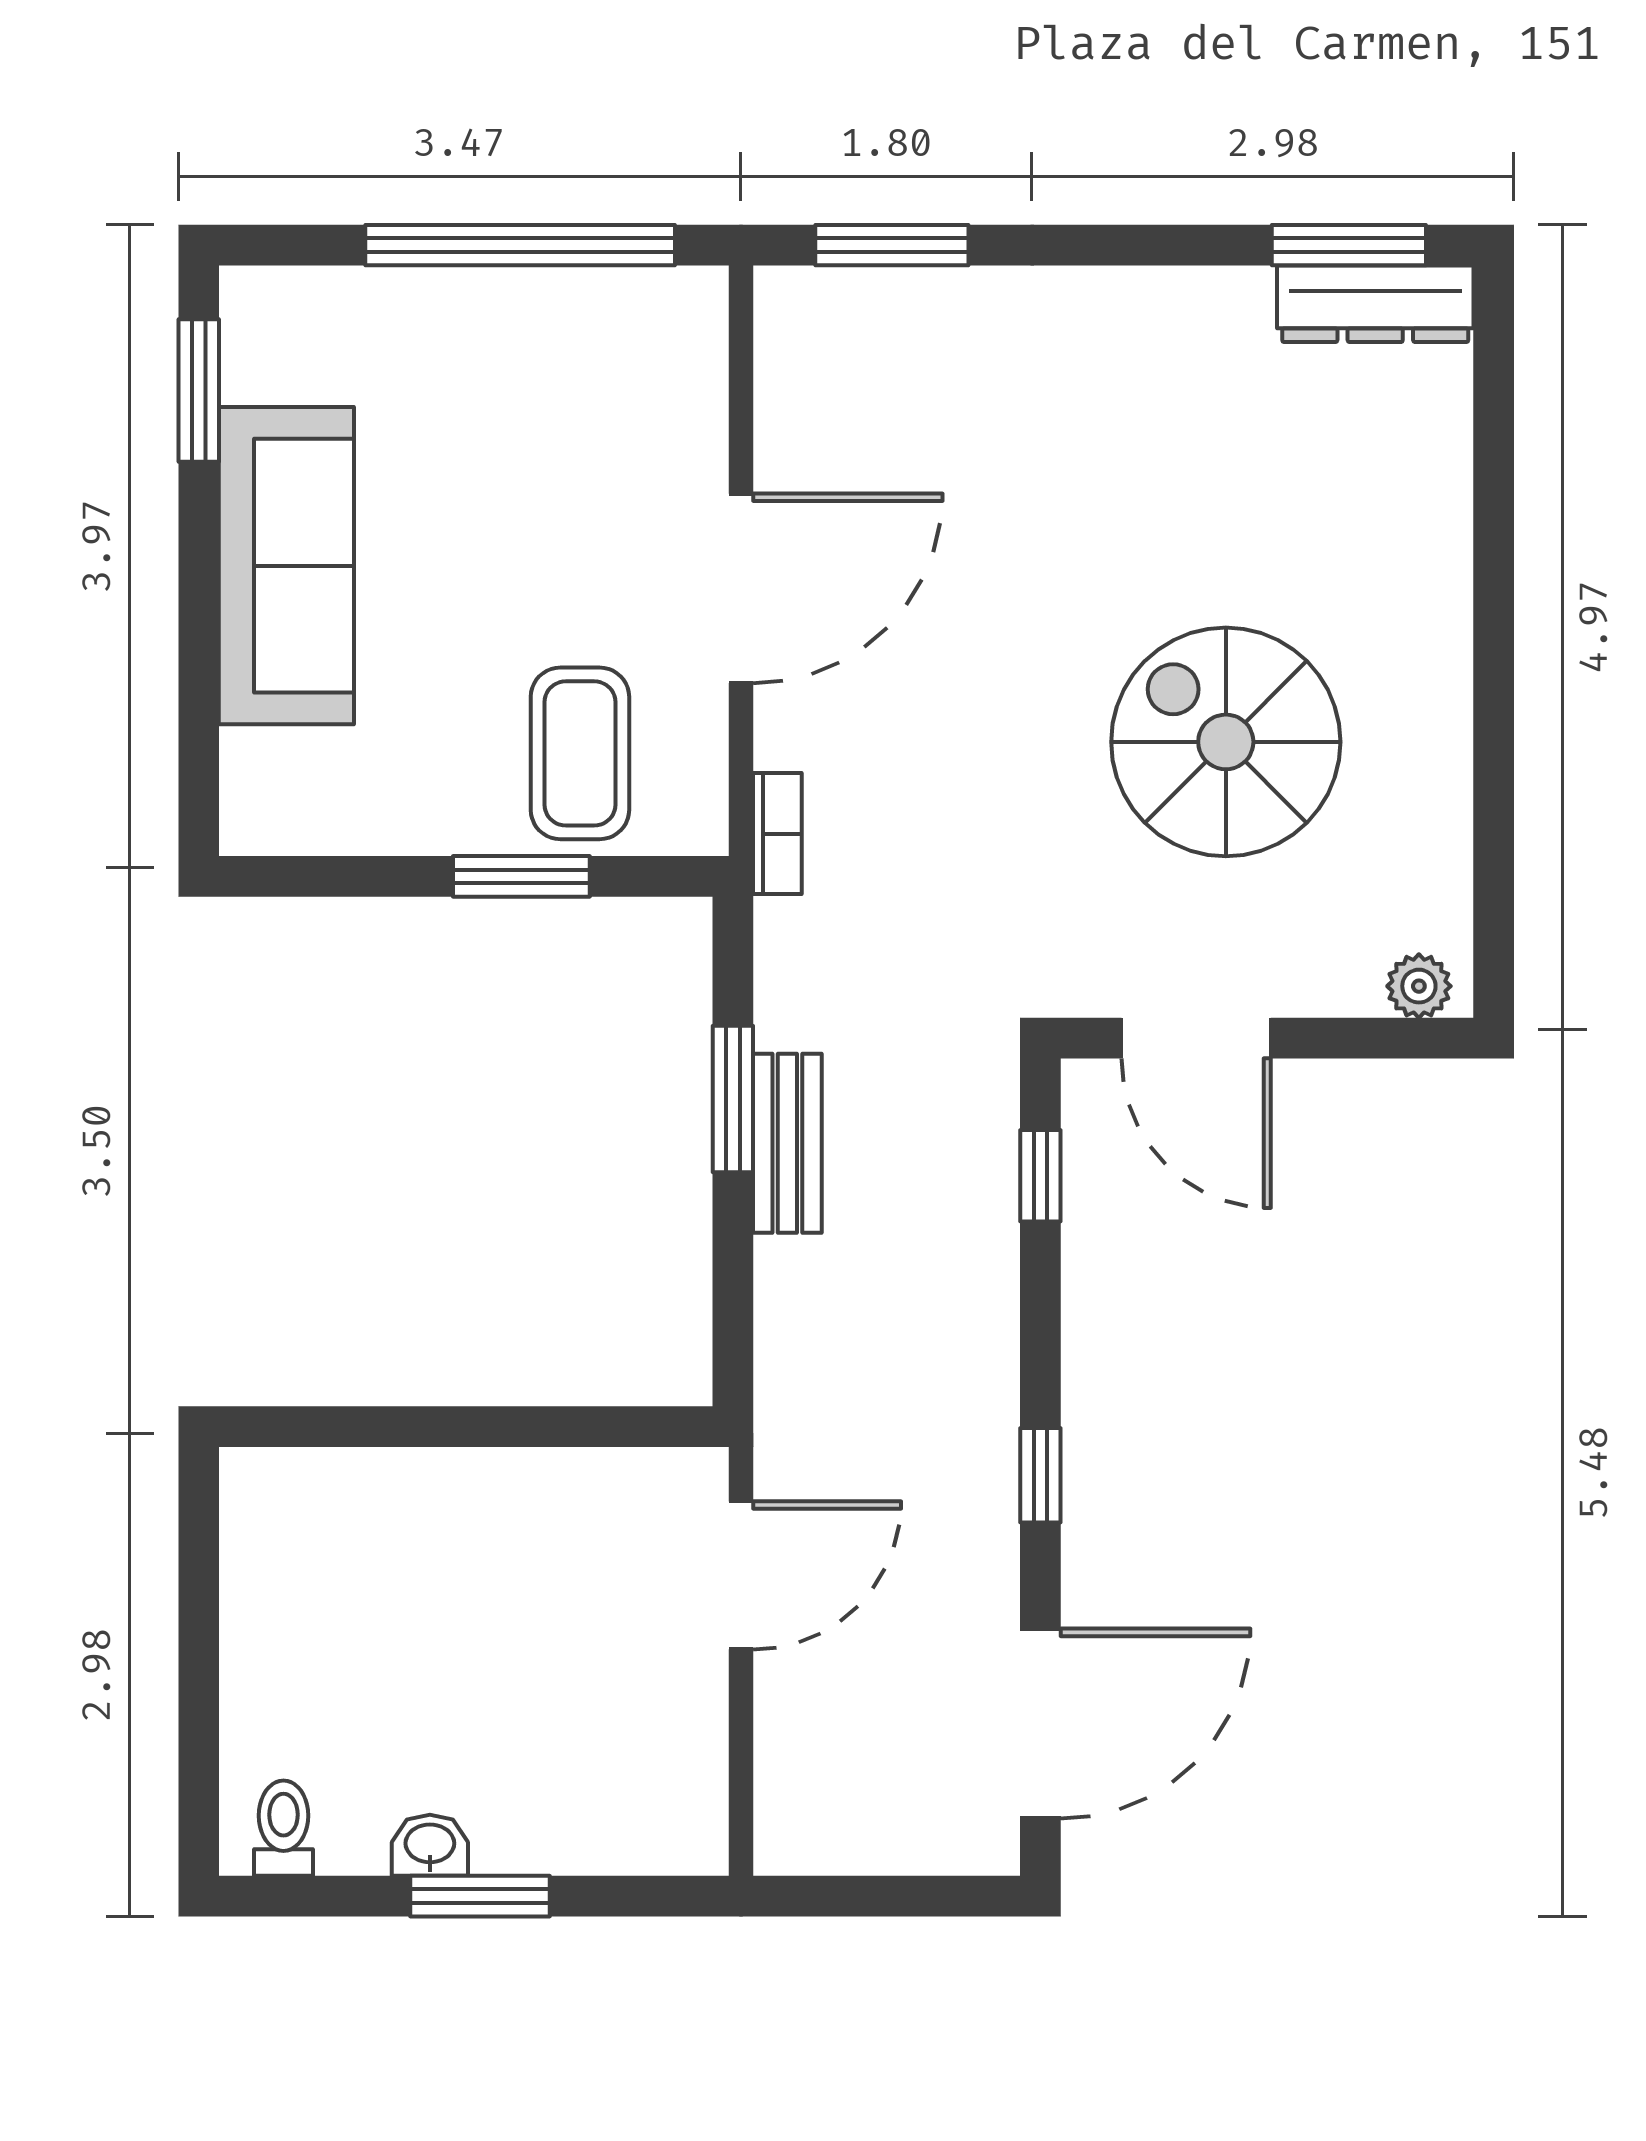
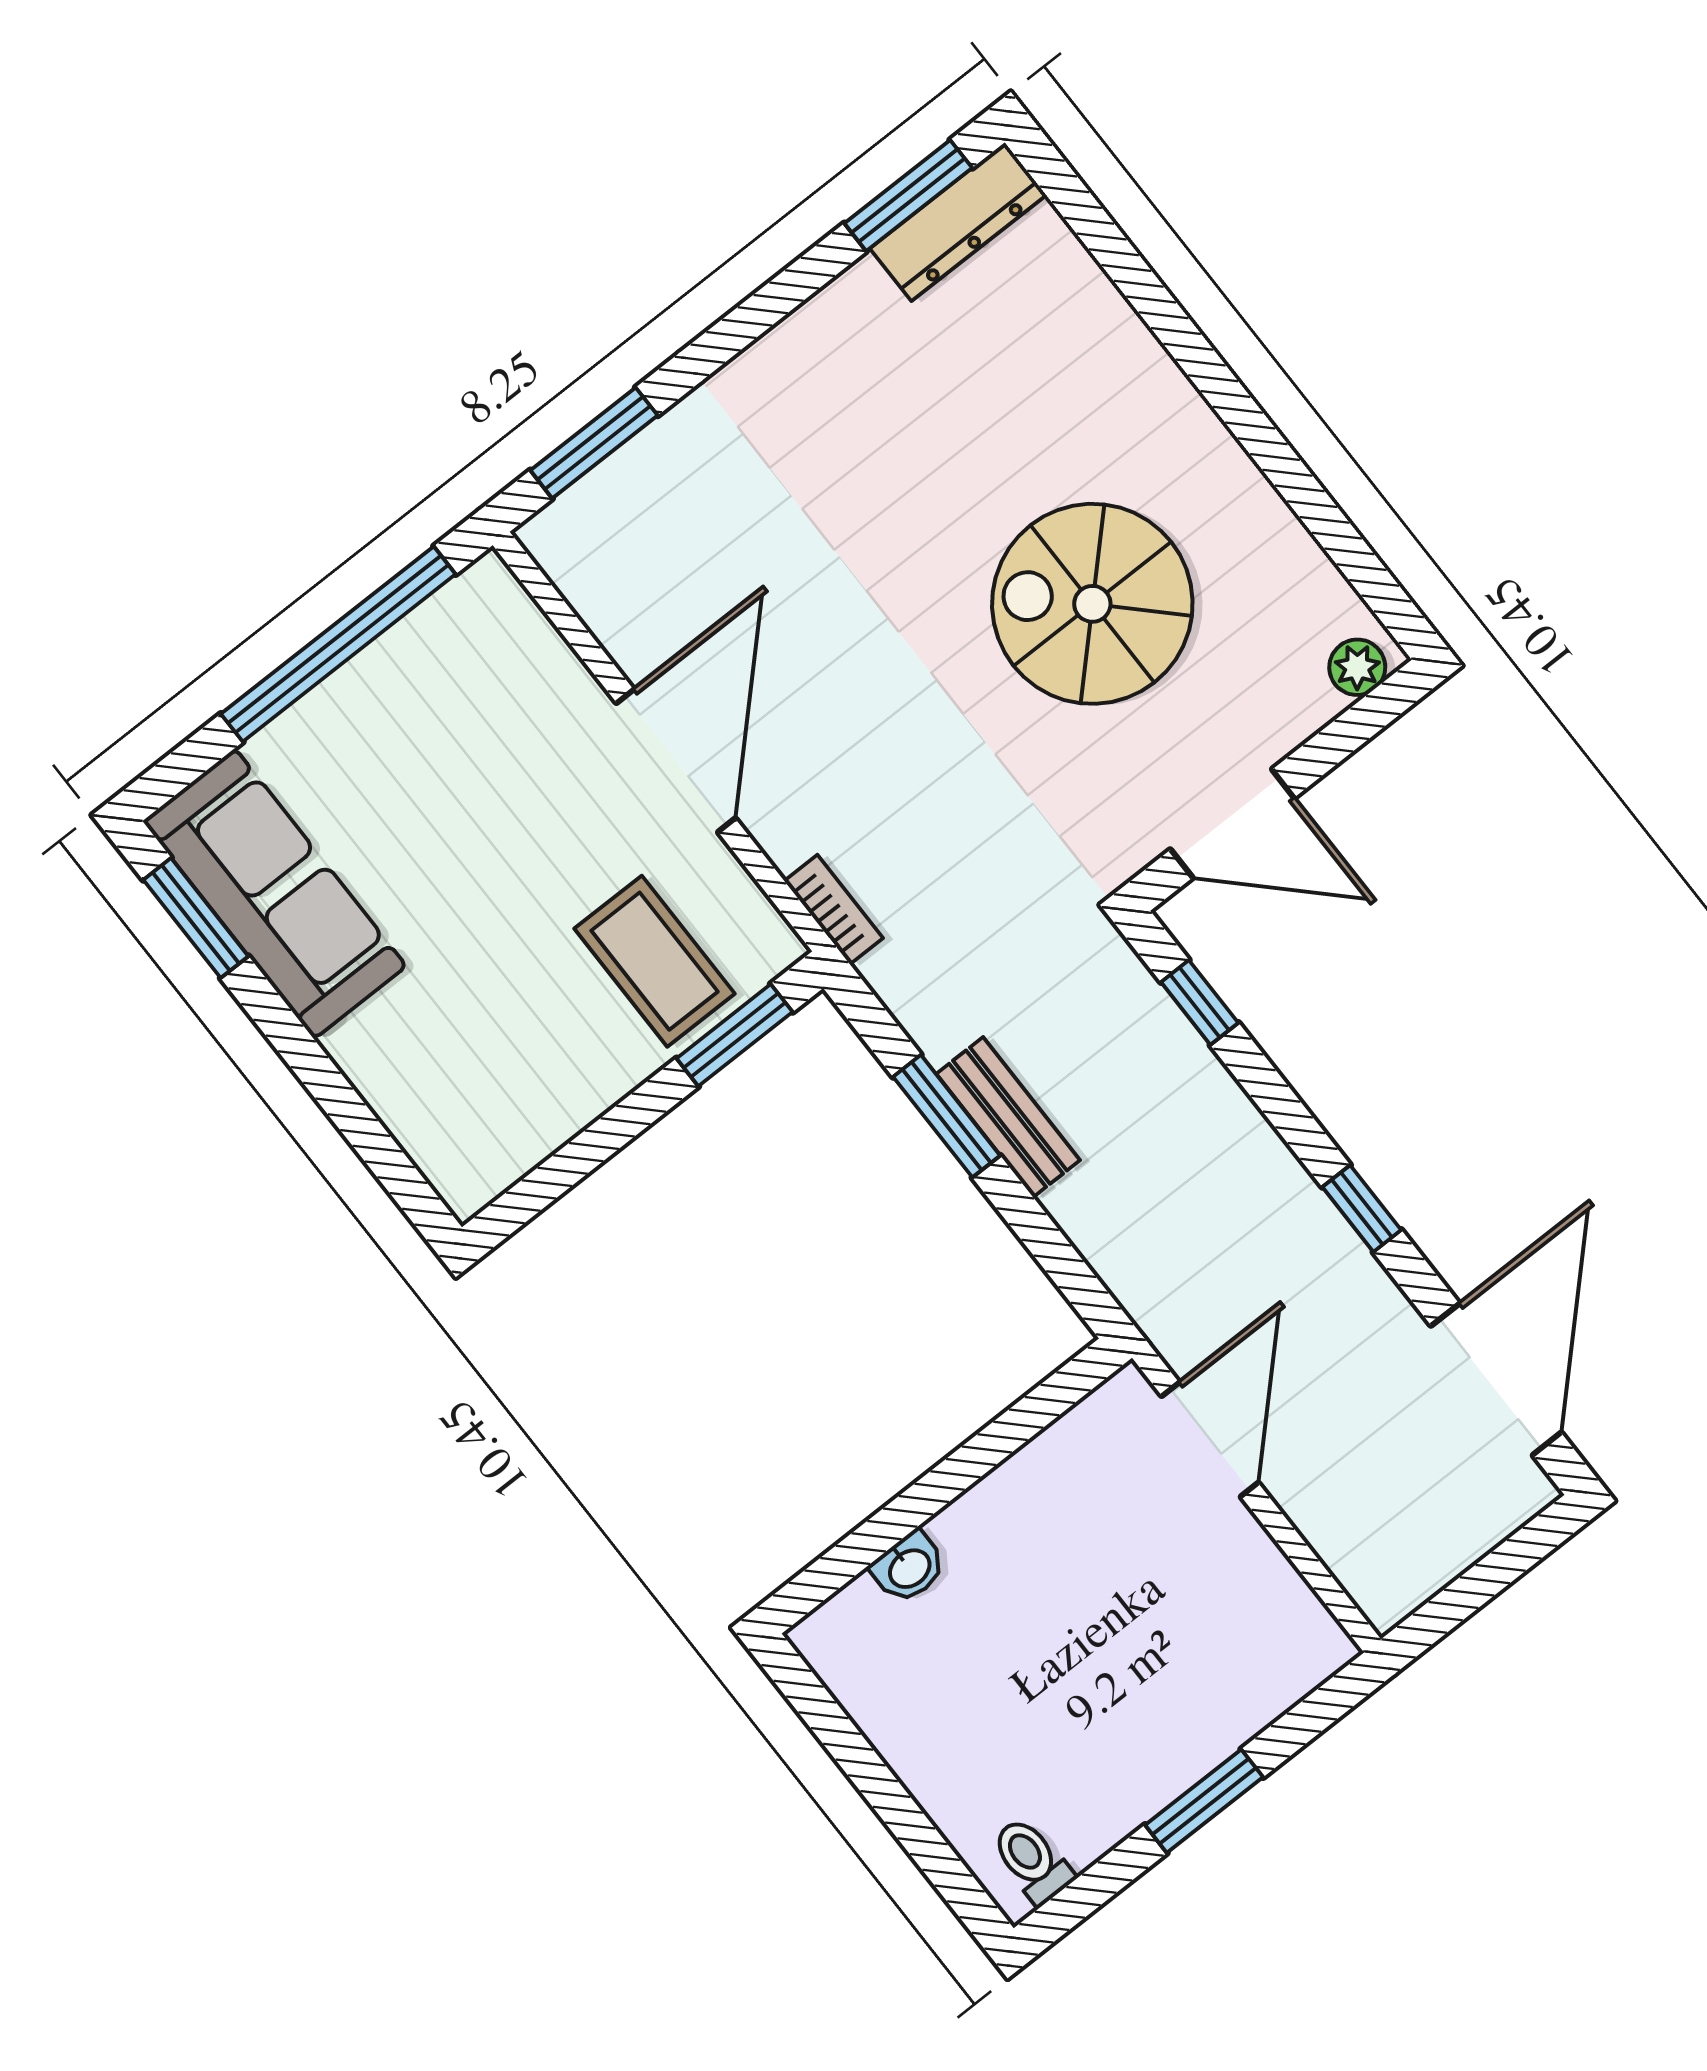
sofa: (286, 566) -> (274, 894), moved
window: (521, 876) -> (735, 1035), moved
washbasin: (430, 1845) -> (909, 1567), moved, turned 180

